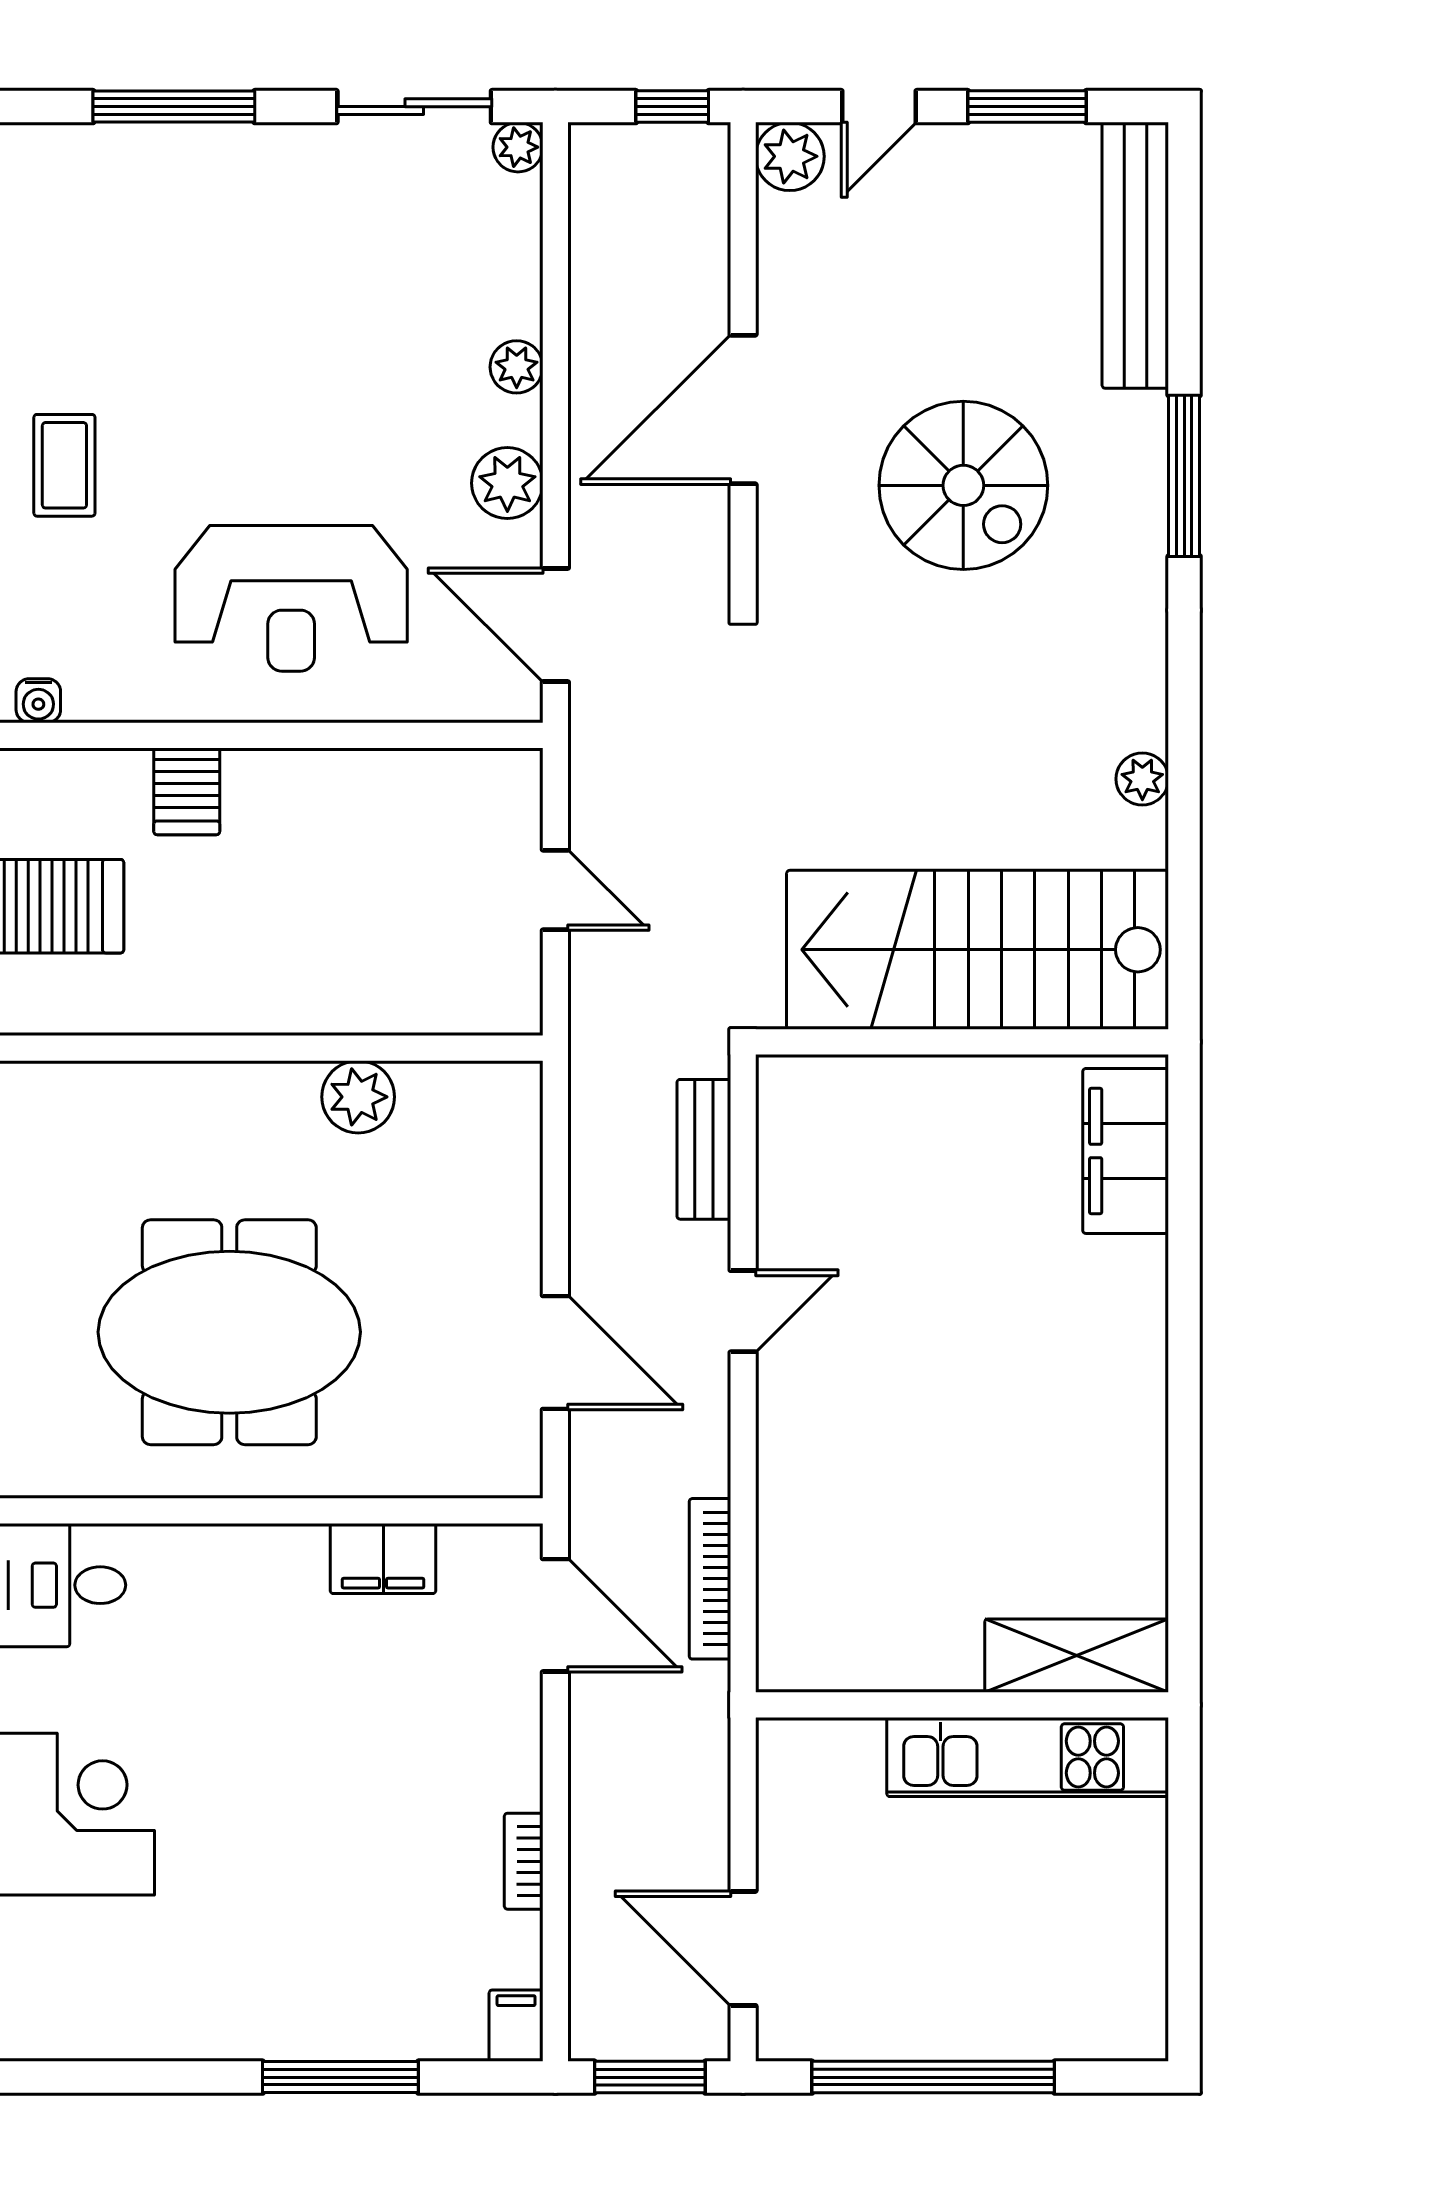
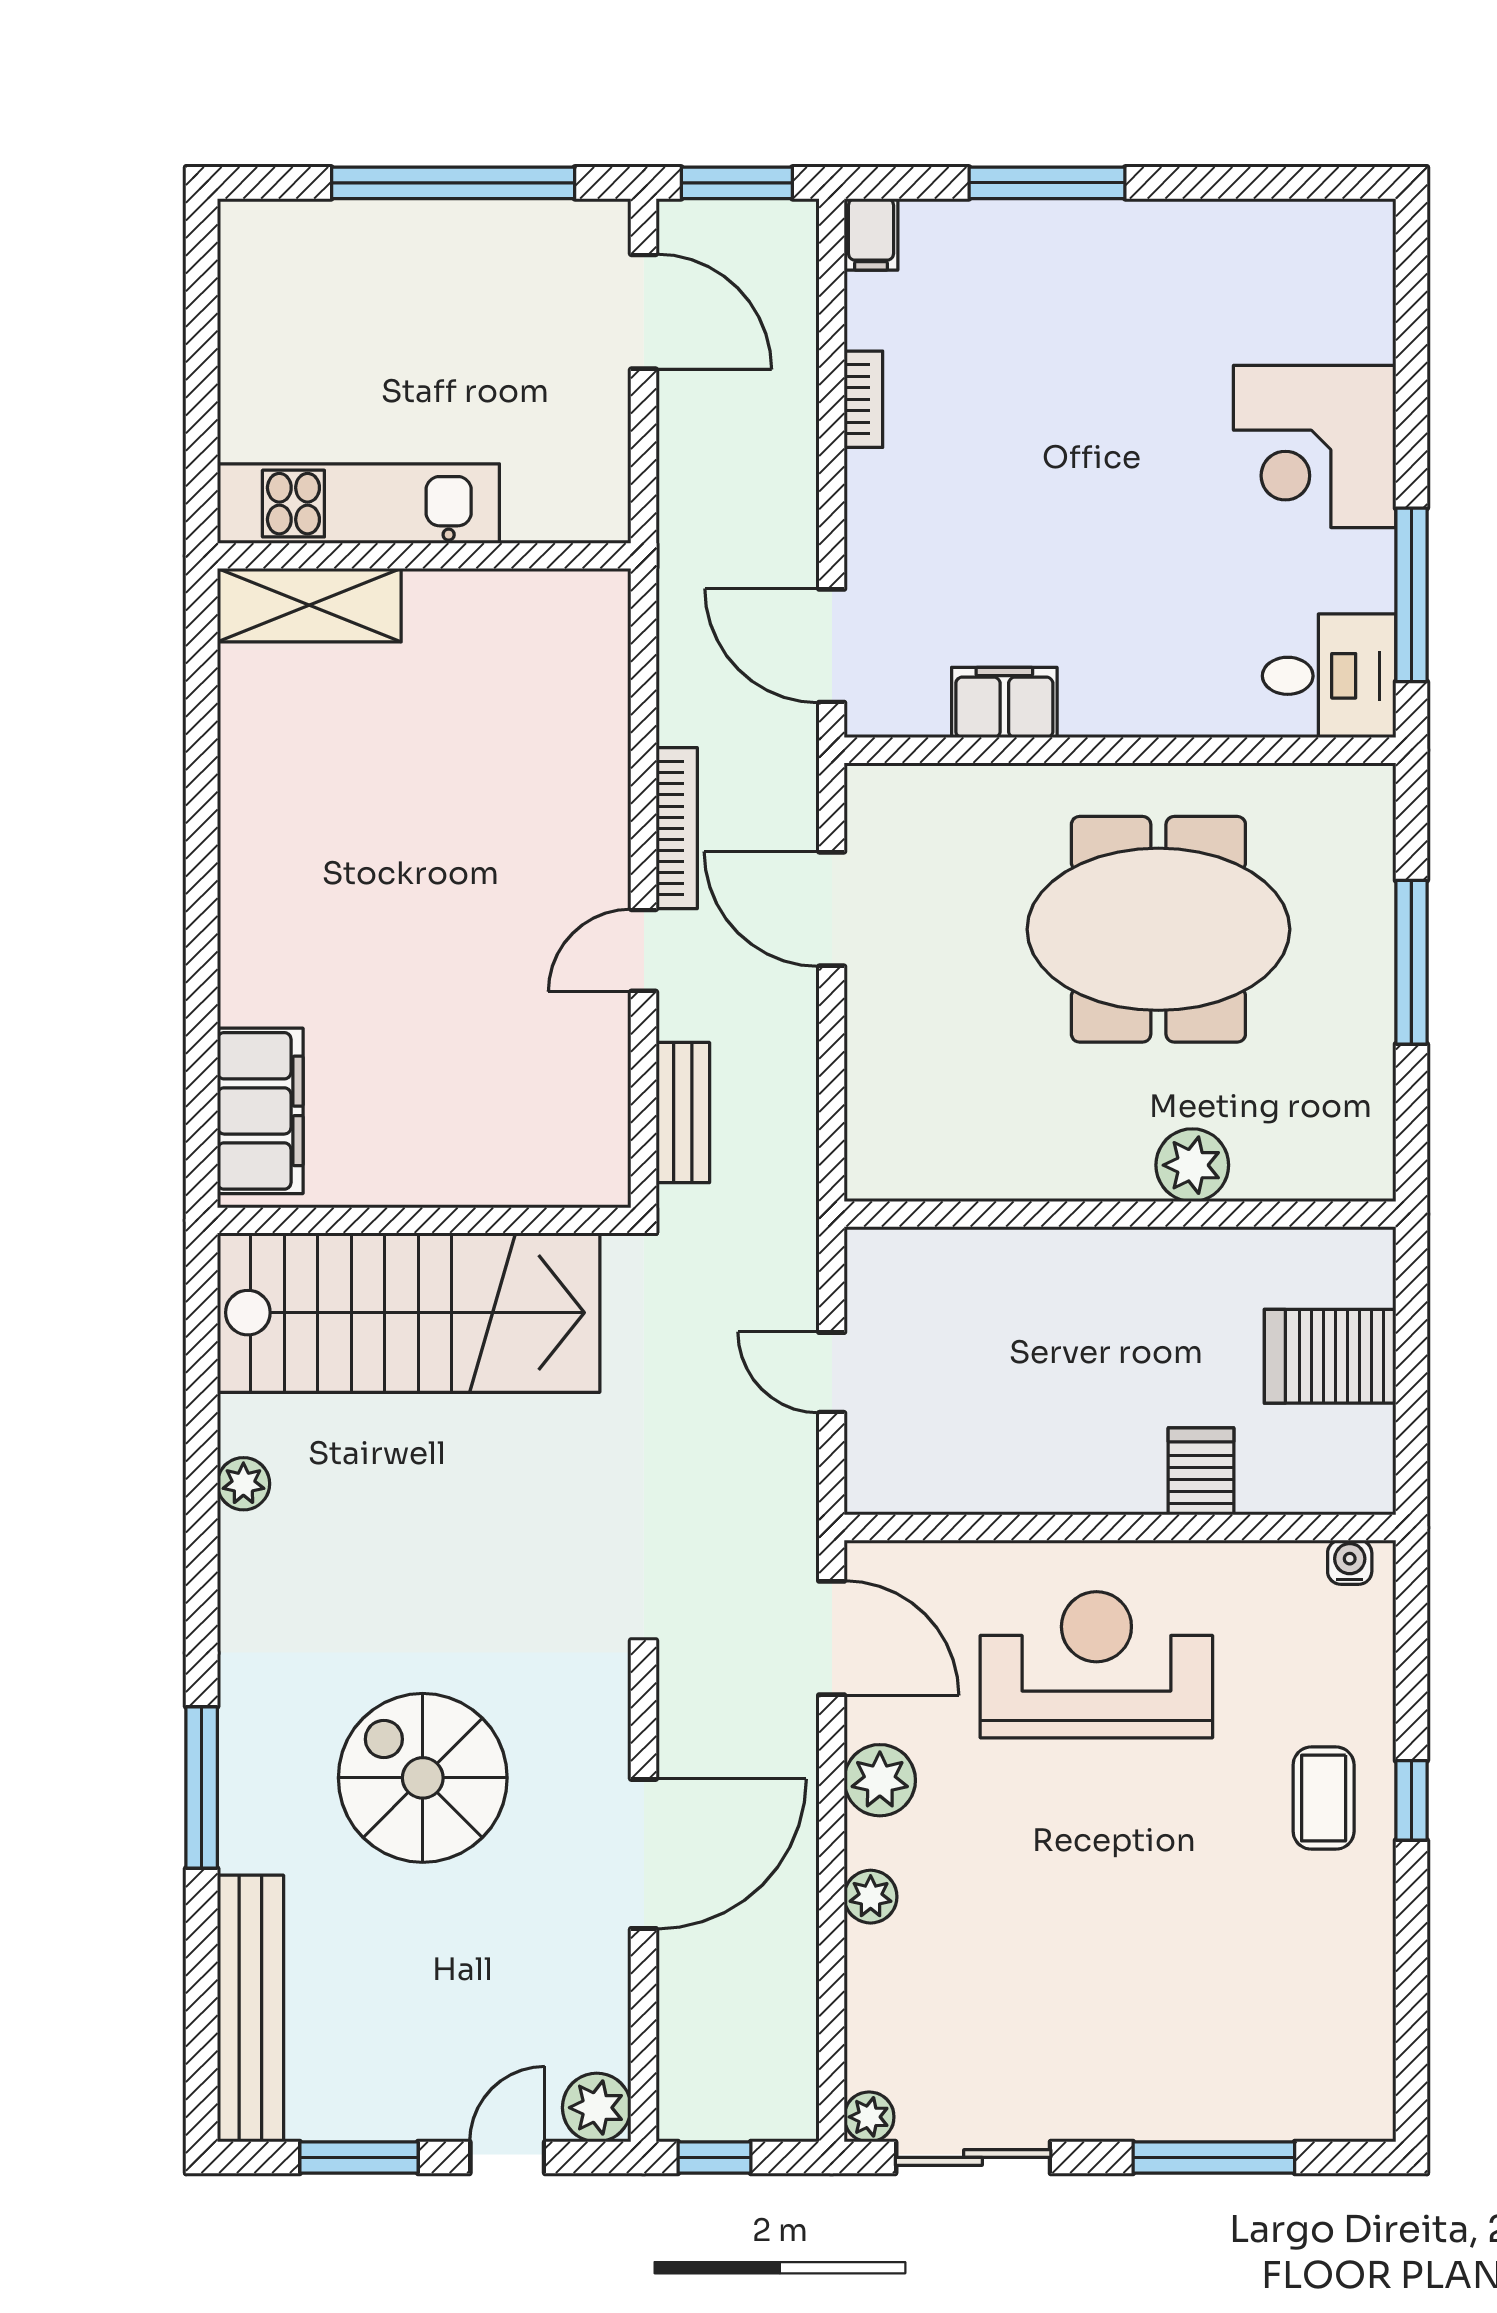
plant: (358, 1097) -> (1192, 1165), moved
bookcase: (710, 1579) -> (677, 828), moved

